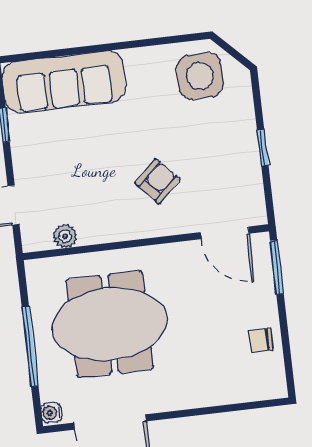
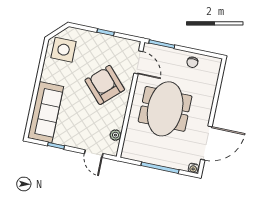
armchair: (157, 181) -> (105, 85), width x1.88, depth x1.88
door: (225, 233) -> (138, 62), hinge flipped
meeting table: (110, 324) -> (165, 109), moved

